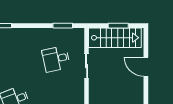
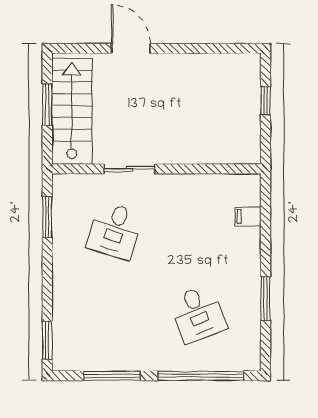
desk: (56, 59) -> (115, 231), turned 30
door: (146, 67) -> (131, 48), swing flipped

